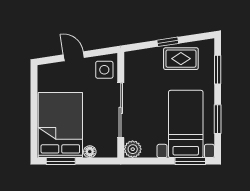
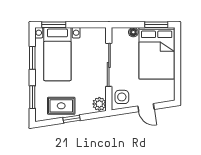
plant: (133, 149) -> (99, 104), moved

